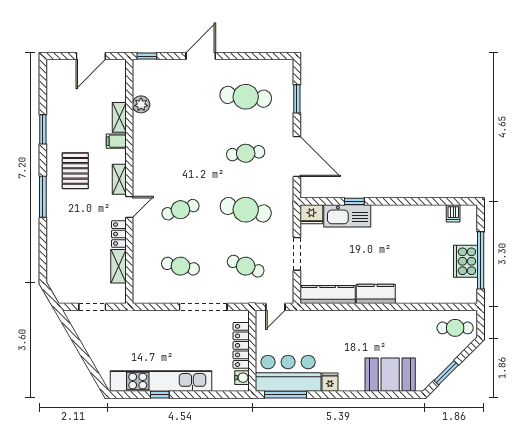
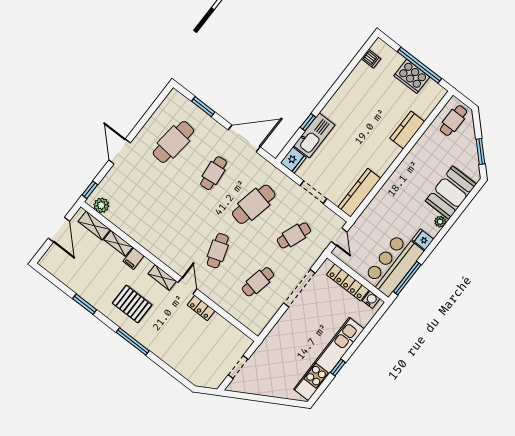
plant: (141, 104) -> (101, 205), moved
shelving: (118, 266) -> (94, 226), moved
kitchen counter: (376, 294) -> (407, 130), moved
plant: (357, 385) -> (440, 222), added

